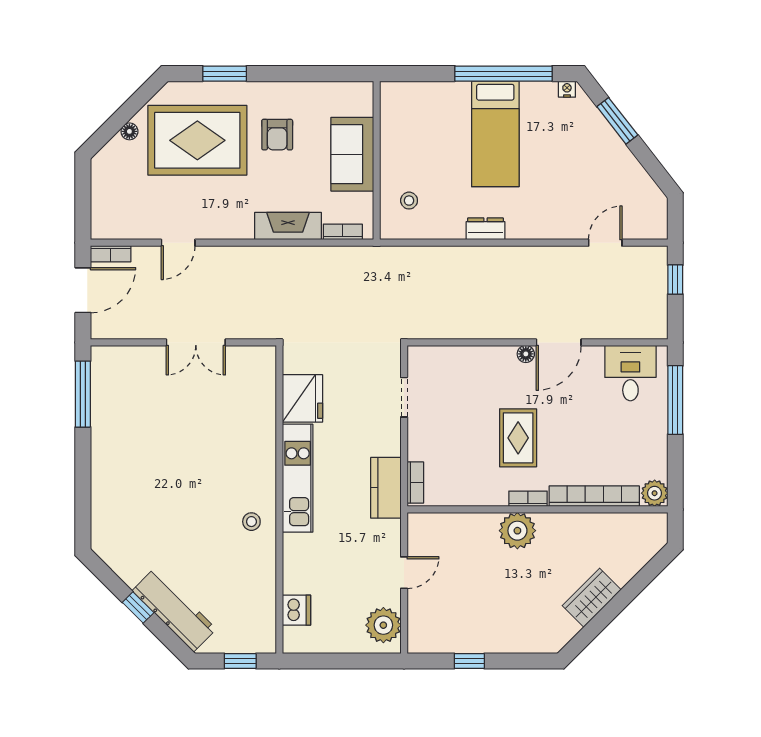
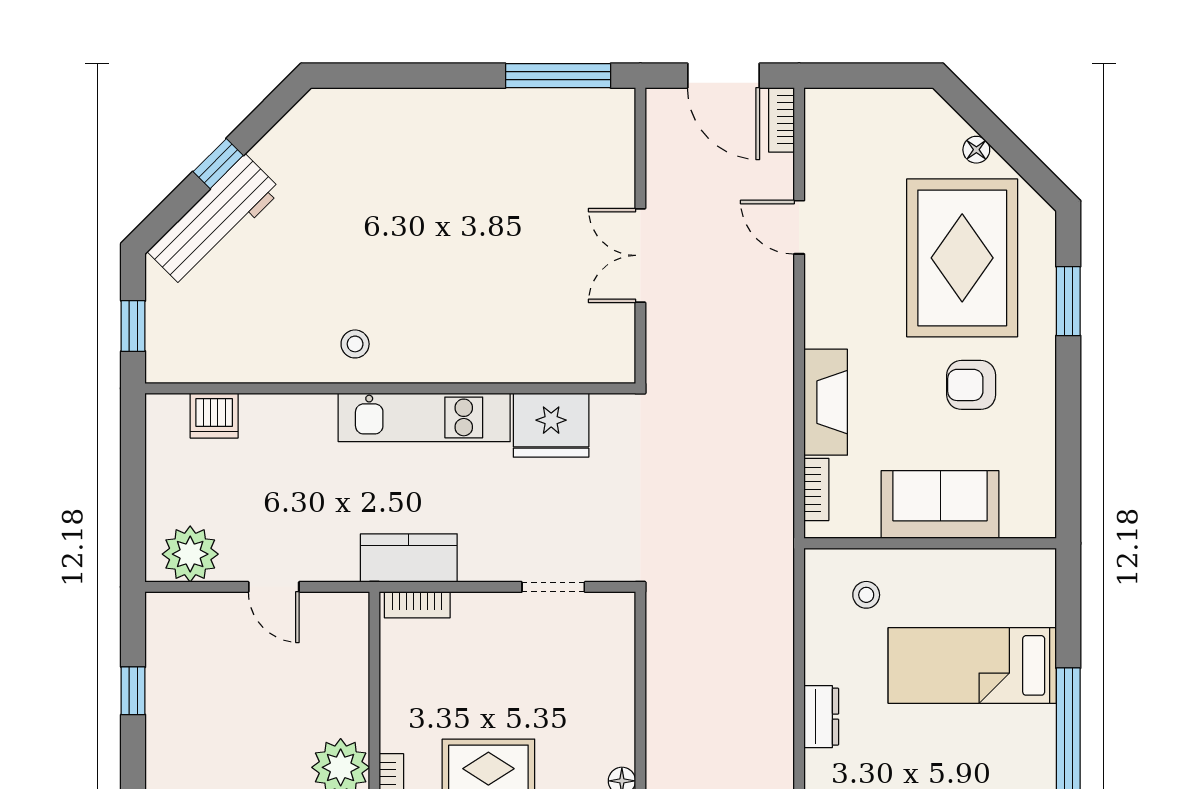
bed: (495, 134) -> (972, 665), moved

